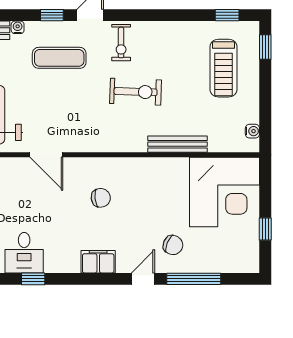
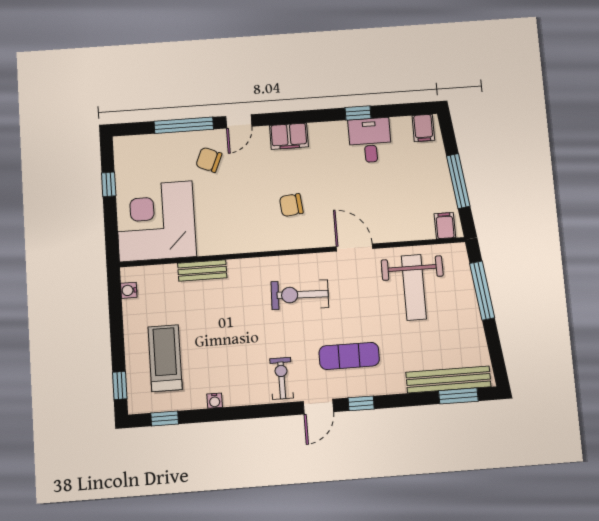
water cooler: (18, 27) -> (215, 401), moved
exercise bike: (136, 92) -> (300, 295), moved
bench: (178, 144) -> (202, 270), width x0.73

